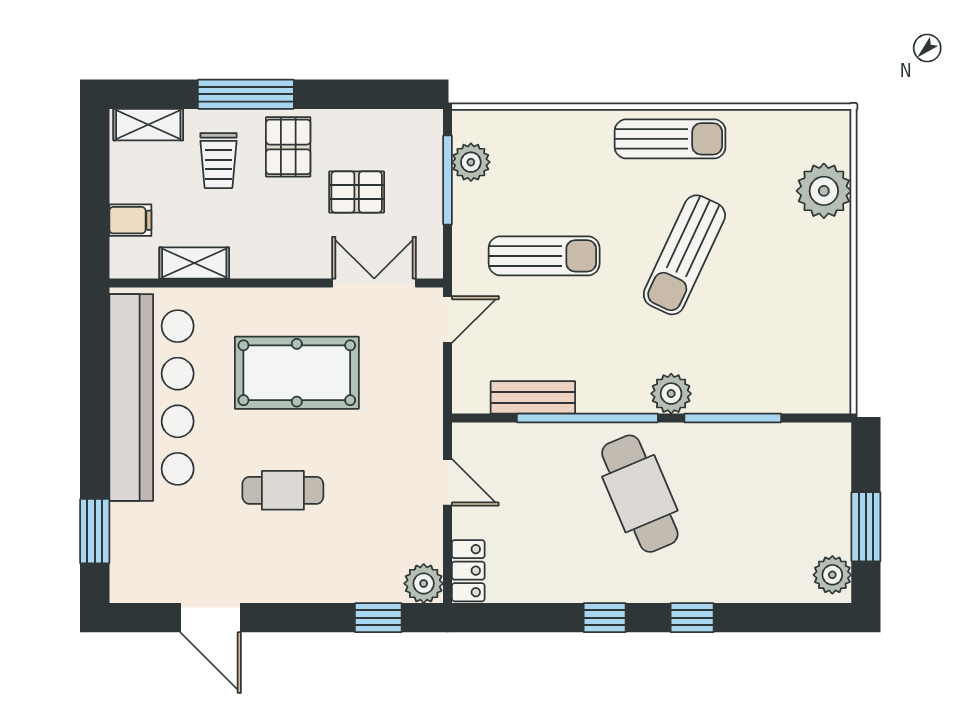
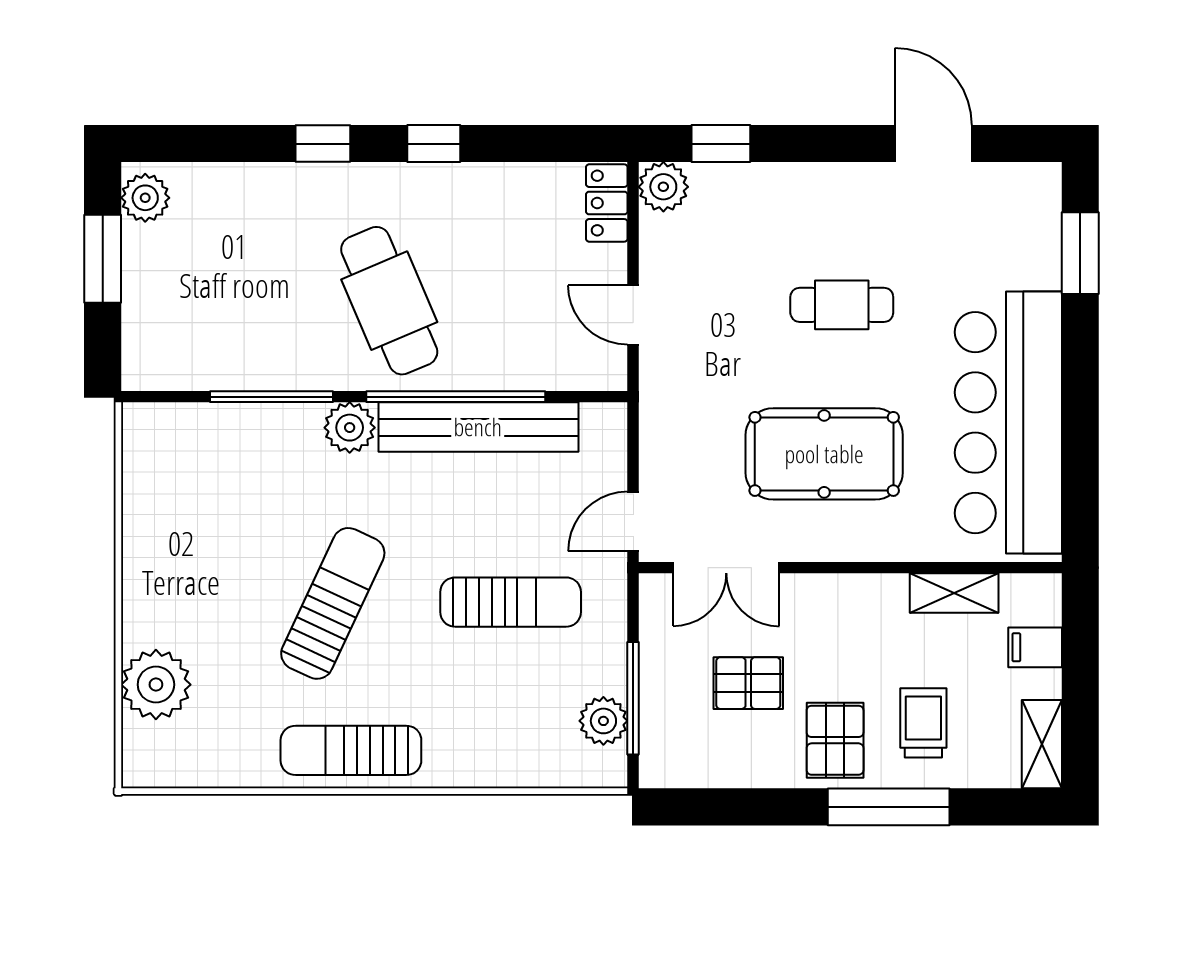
shelving: (148, 125) -> (1042, 744), moved, turned 90
sun lounger: (544, 256) -> (511, 602), turned 180
bench: (533, 397) -> (478, 427), width x1.86, depth x1.21

